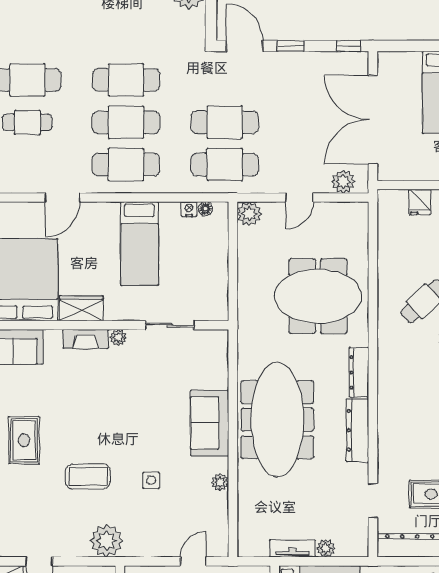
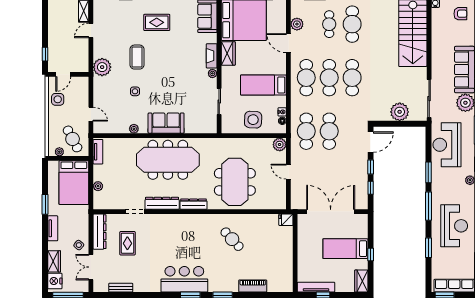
window: (349, 46) -> (371, 188), moved
plant: (343, 182) -> (297, 24), moved
fridge: (420, 202) -> (286, 220), moved
side table: (203, 263) -> (253, 120), added
doorway: (373, 501) -> (135, 212), moved
tv unit: (292, 548) -> (98, 152), moved

